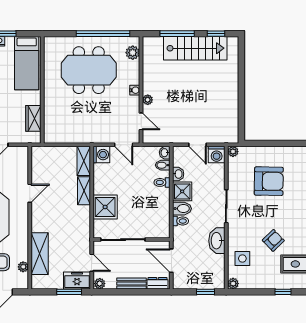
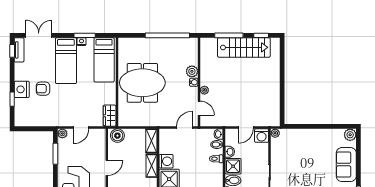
plant: (133, 53) -> (192, 71), moved
meeting table: (89, 70) -> (142, 83), moved
wardrobe: (33, 118) -> (110, 116), moved
door: (124, 145) -> (184, 128), swing flipped
door: (197, 145) -> (246, 128), hinge flipped
boiler: (43, 155) -> (117, 136), added
washing machine: (101, 155) -> (166, 161), moved
armchair: (269, 181) -> (305, 158), removed

